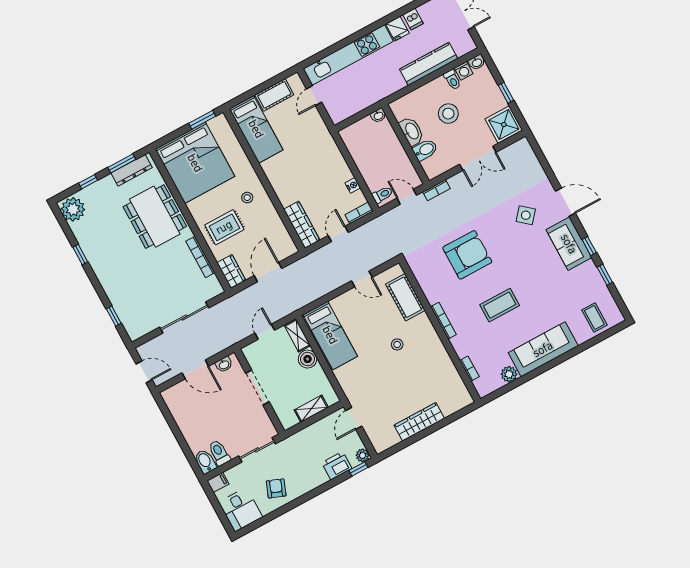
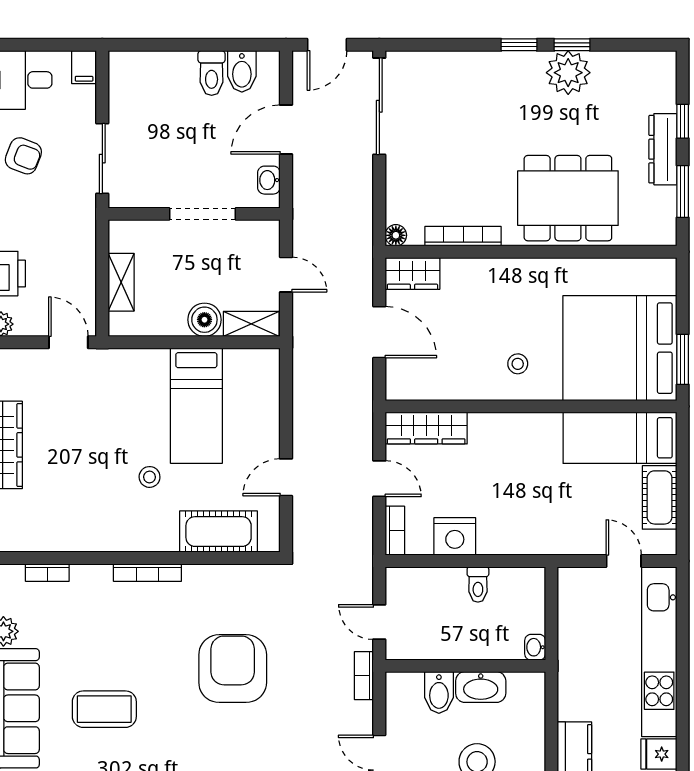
bed: (195, 163) -> (620, 348), moved
dresser: (132, 170) -> (663, 149), moved
nightstand: (353, 185) -> (455, 536), width x1.89, depth x1.79
toilet: (382, 195) -> (478, 584), moved
door: (407, 197) -> (379, 622), swing flipped
plant: (73, 209) -> (568, 73), moved
rug: (224, 227) -> (490, 301), removed
armchair: (467, 255) -> (233, 669), turned 180
floor lamp: (217, 289) -> (396, 235), added
coffee table: (500, 305) -> (104, 709), moved, turned 90
window: (114, 316) -> (519, 45), moved
sliding door: (184, 318) -> (379, 106), moved
bed: (330, 335) -> (196, 406), moved, turned -90
toilet: (219, 453) -> (212, 73), moved, turned 90
bidet: (205, 462) -> (242, 71), moved, turned 90

